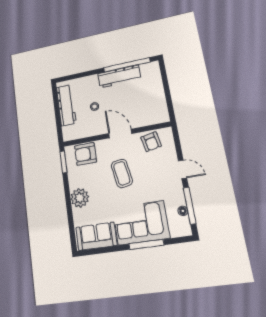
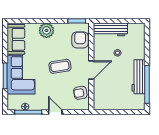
workbench: (66, 105) -> (110, 29), moved
door: (182, 169) -> (55, 112), swing flipped

